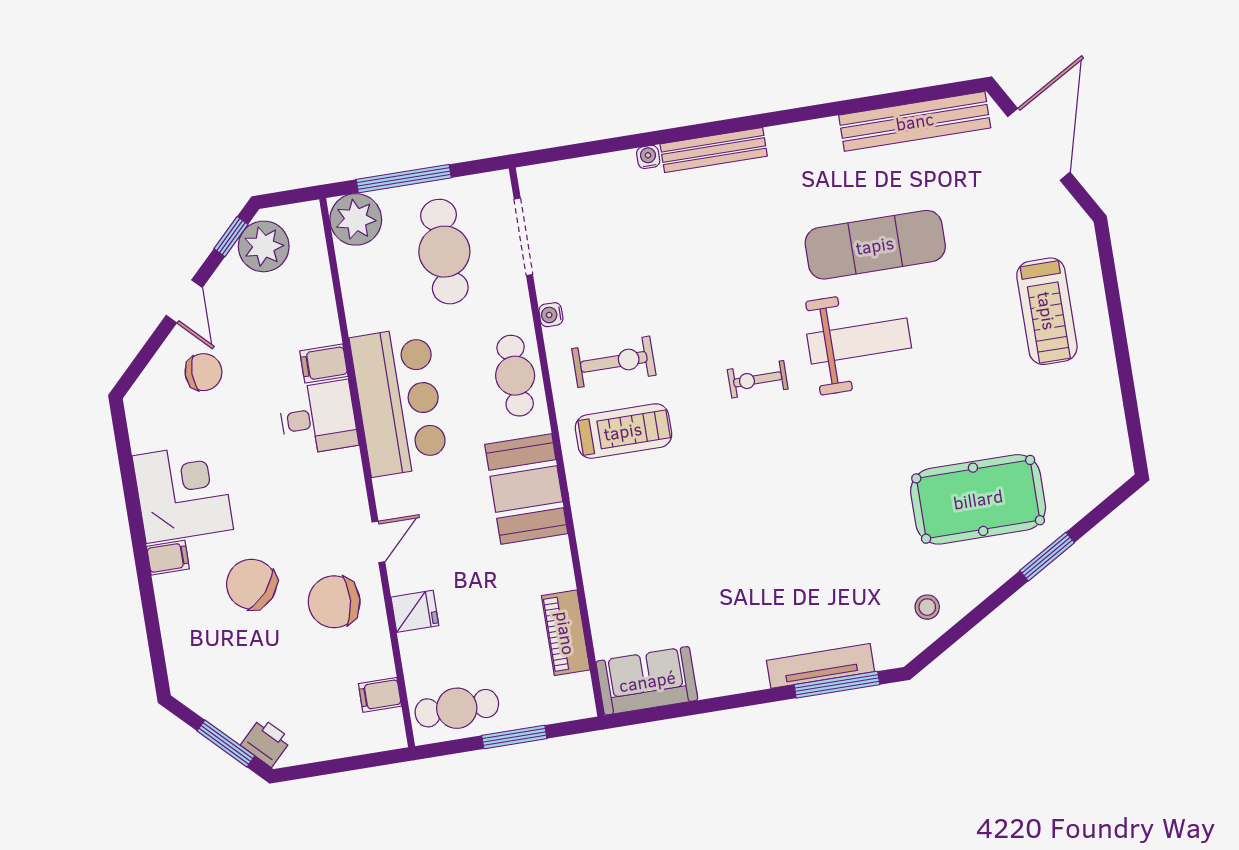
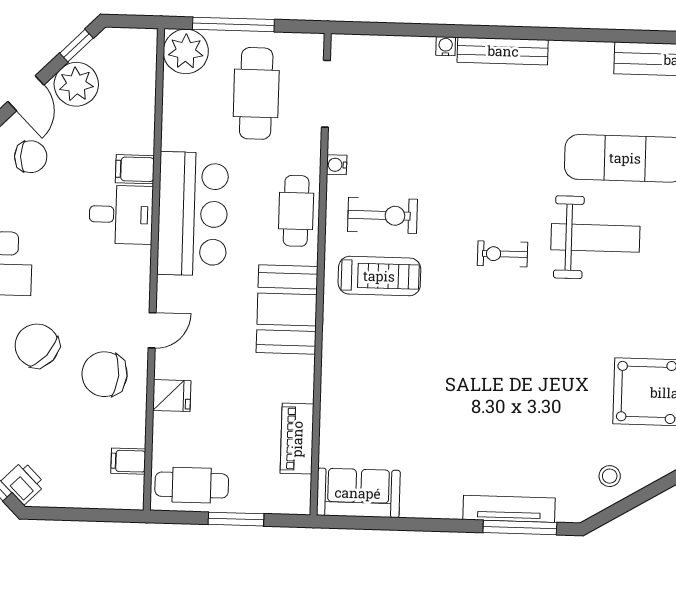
plant: (264, 246) -> (76, 84), moved

